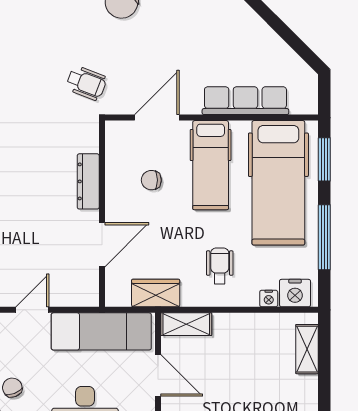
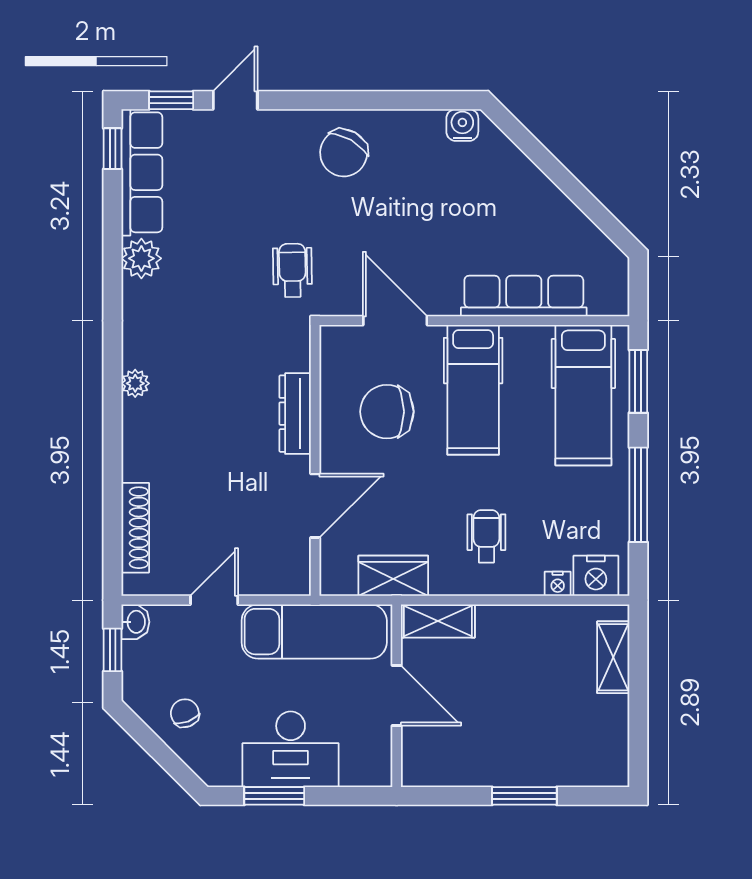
wheelchair: (86, 83) -> (292, 270), turned -112
door: (157, 118) -> (395, 321), hinge flipped
chair: (151, 180) -> (387, 412), width x1.87, depth x1.87
hospital bed: (278, 183) -> (583, 395), width x0.73, depth x0.78

